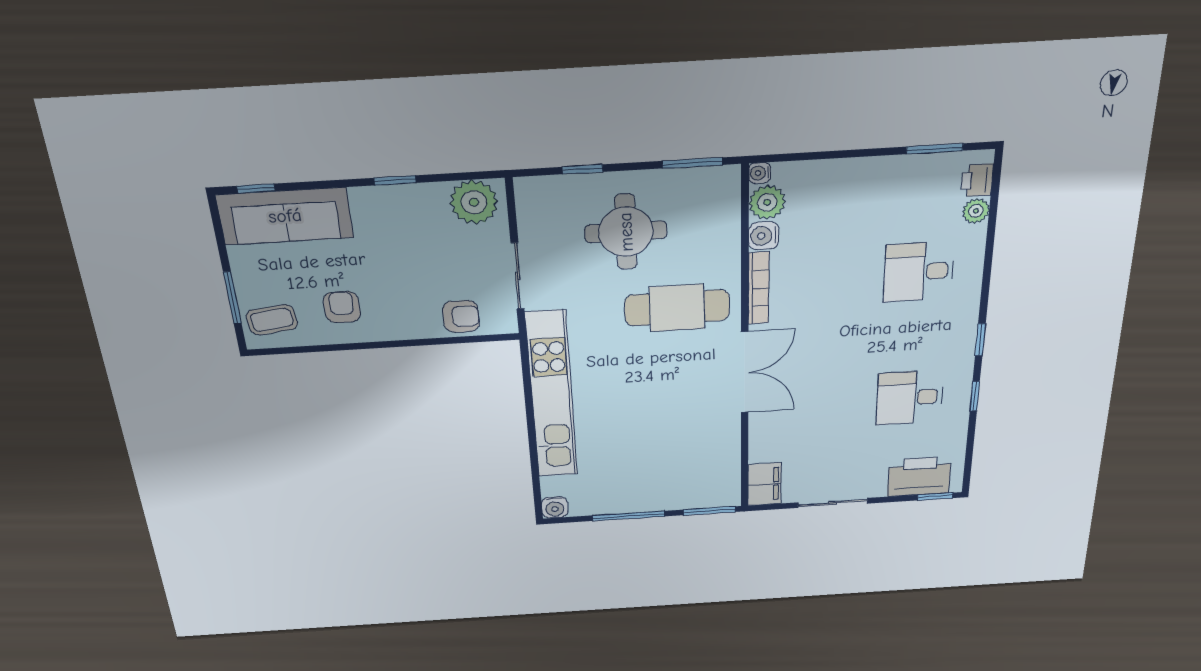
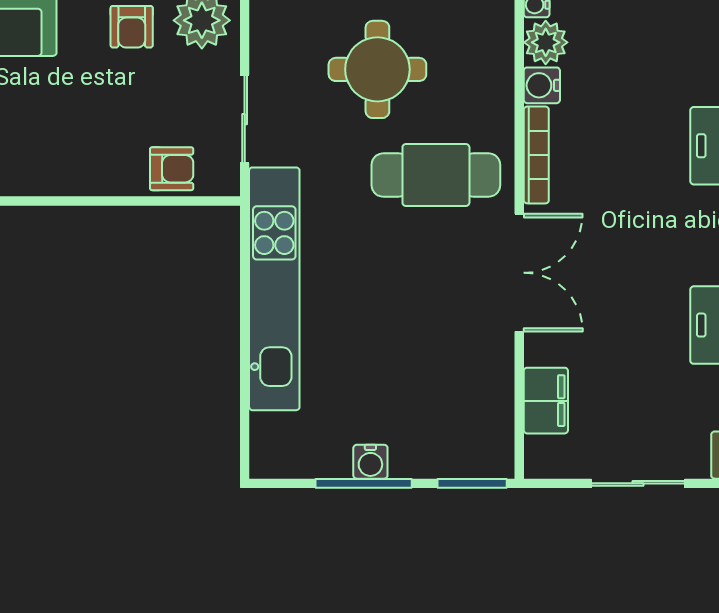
armchair: (342, 307) -> (132, 27), moved, turned 180
filing cabinet: (764, 484) -> (546, 401), moved
water cooler: (555, 507) -> (370, 462), moved

